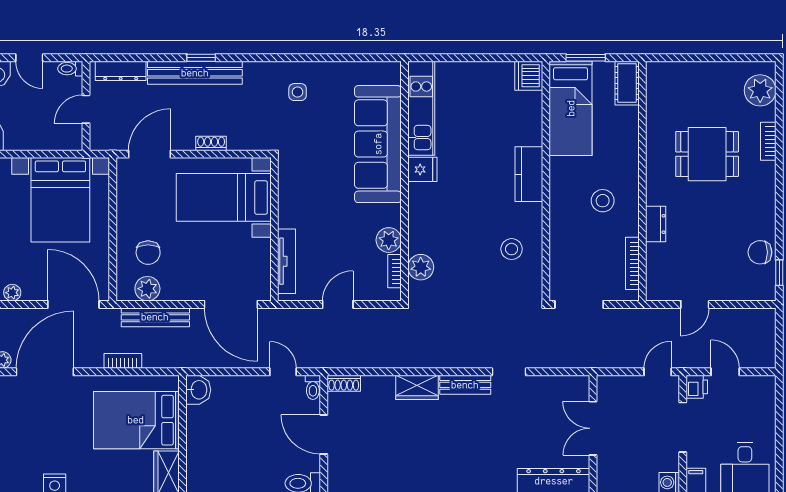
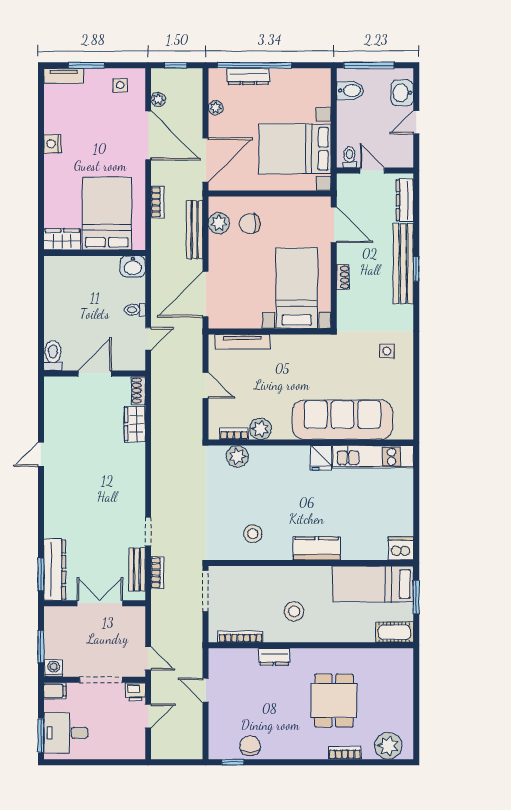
toilet: (70, 69) -> (349, 157), moved
bookcase: (557, 361) -> (157, 573), added
bench: (465, 385) -> (137, 569), moved
toilet: (313, 387) -> (135, 310), moved
wardrobe: (417, 387) -> (135, 424), moved

